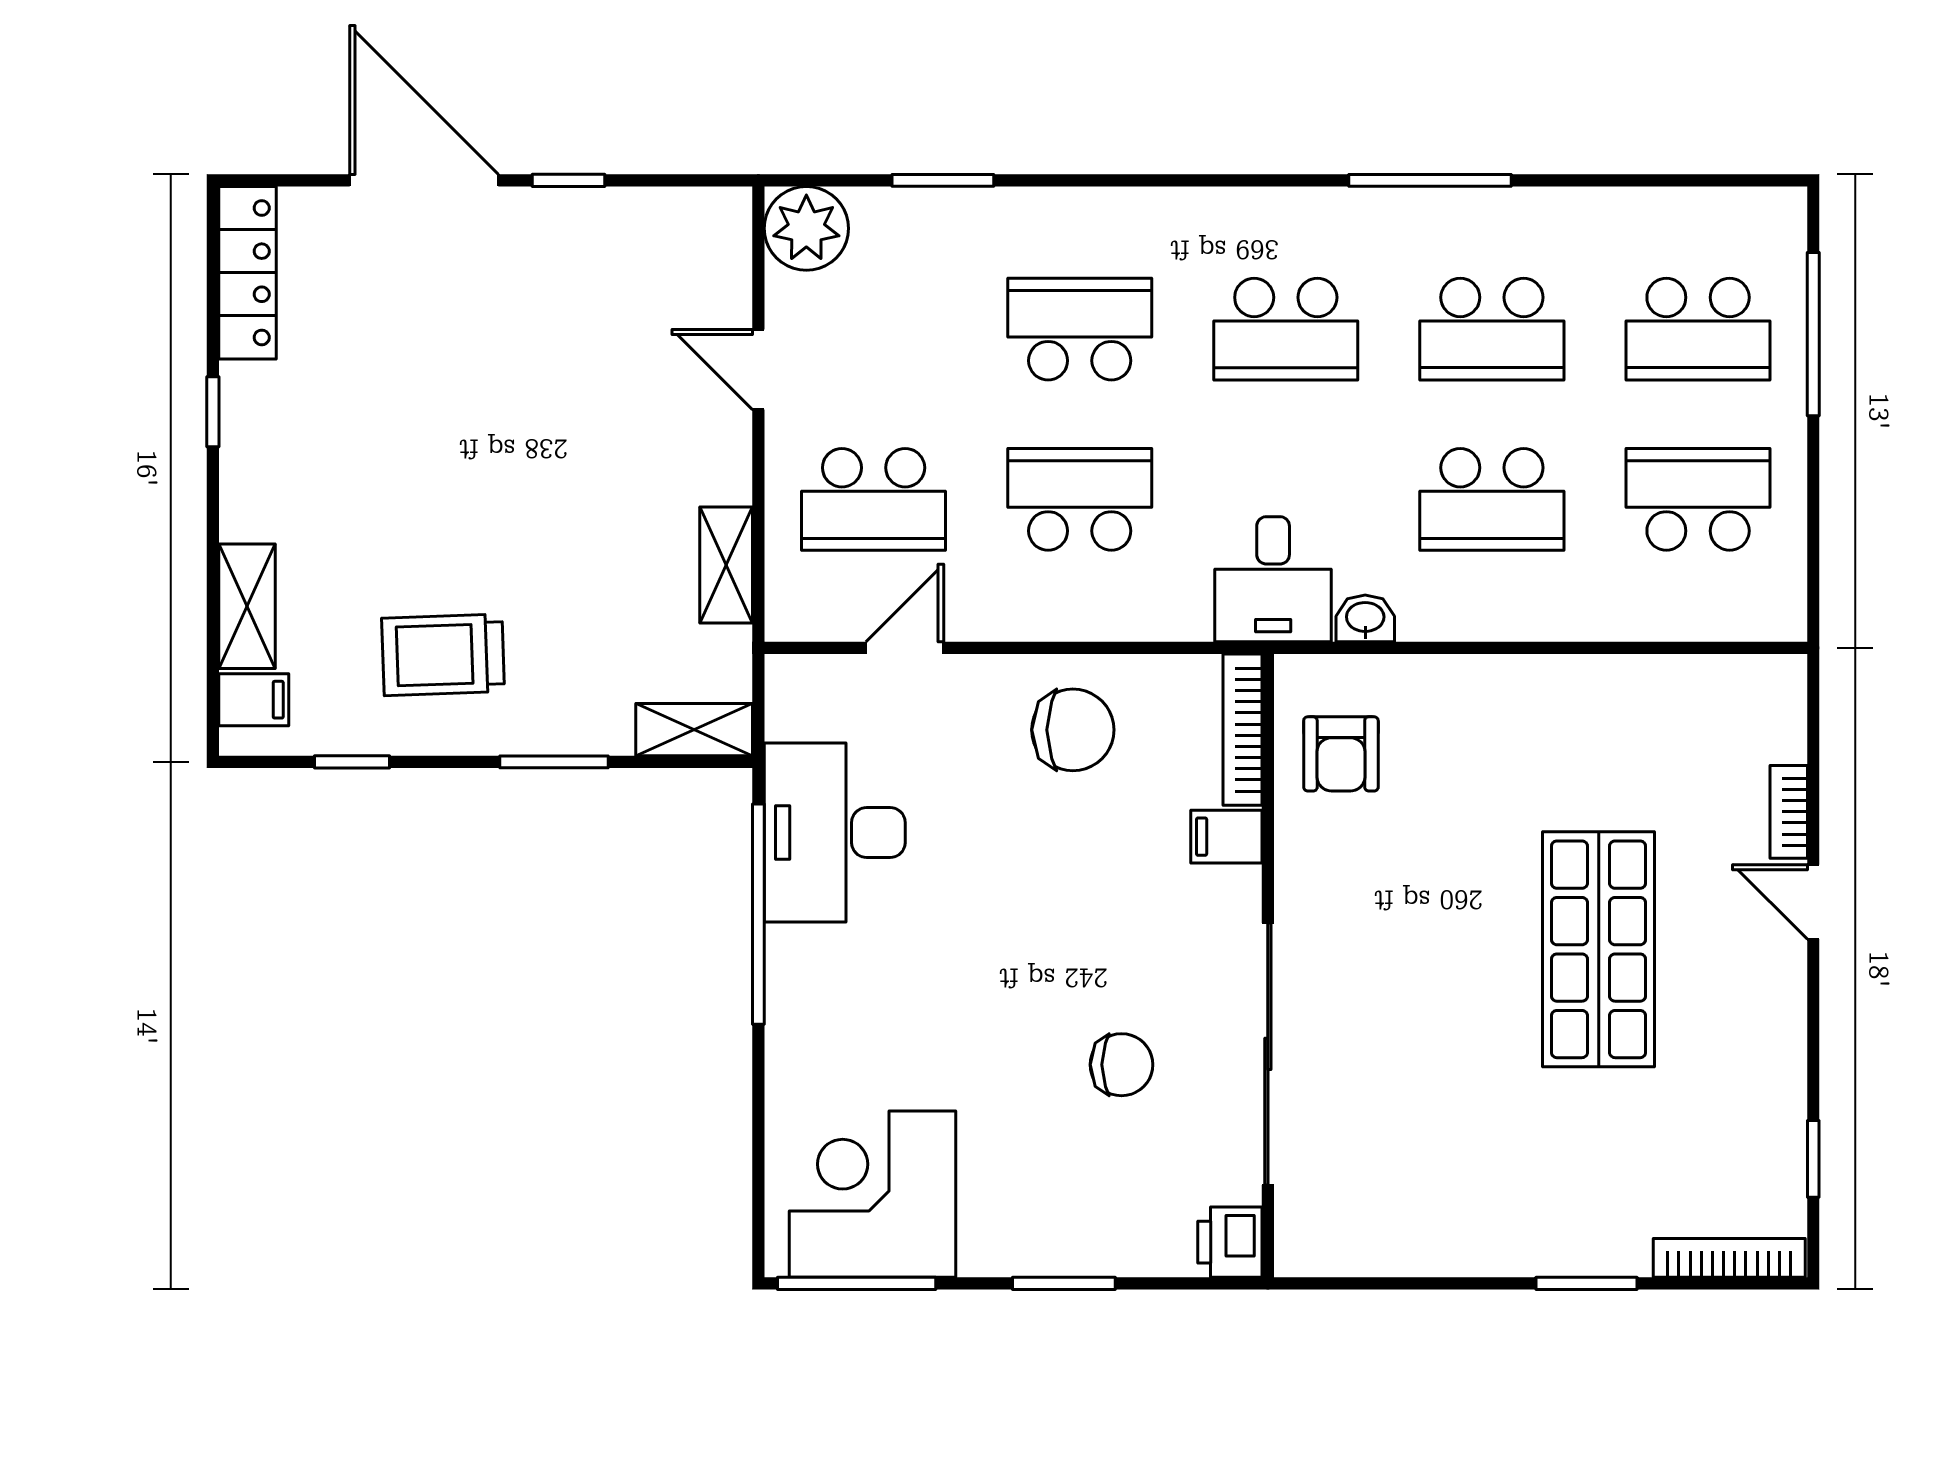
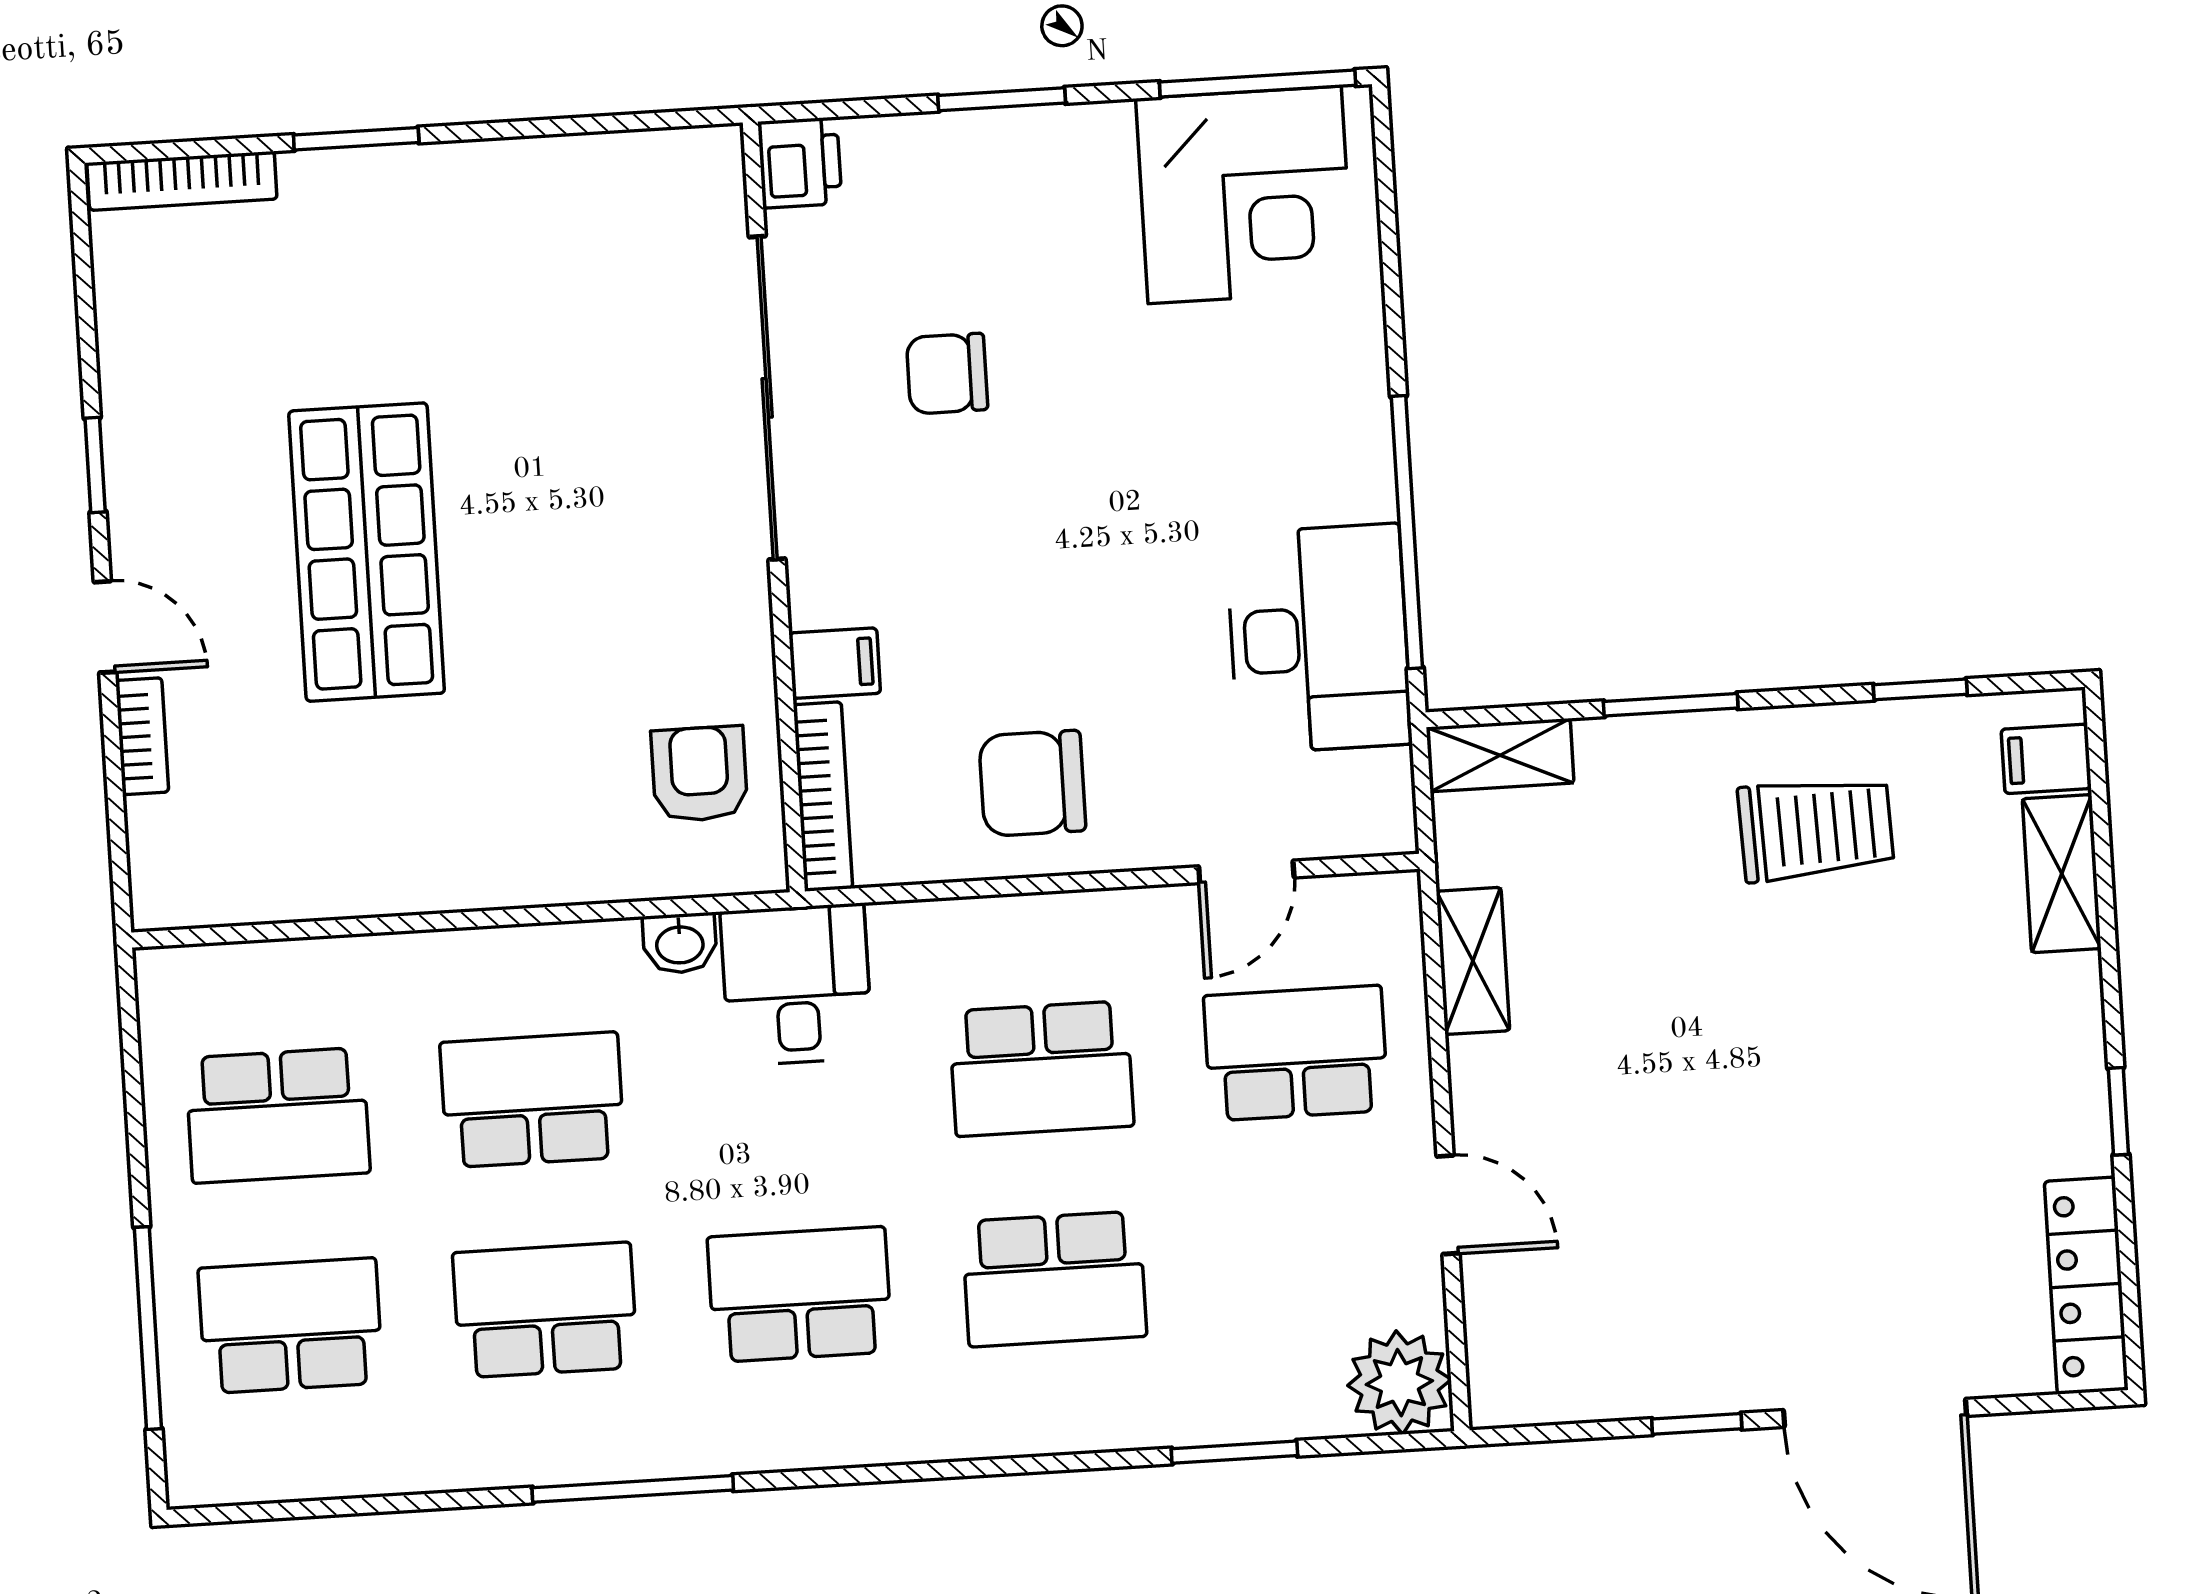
window: (1813, 1159) -> (95, 465), moved

